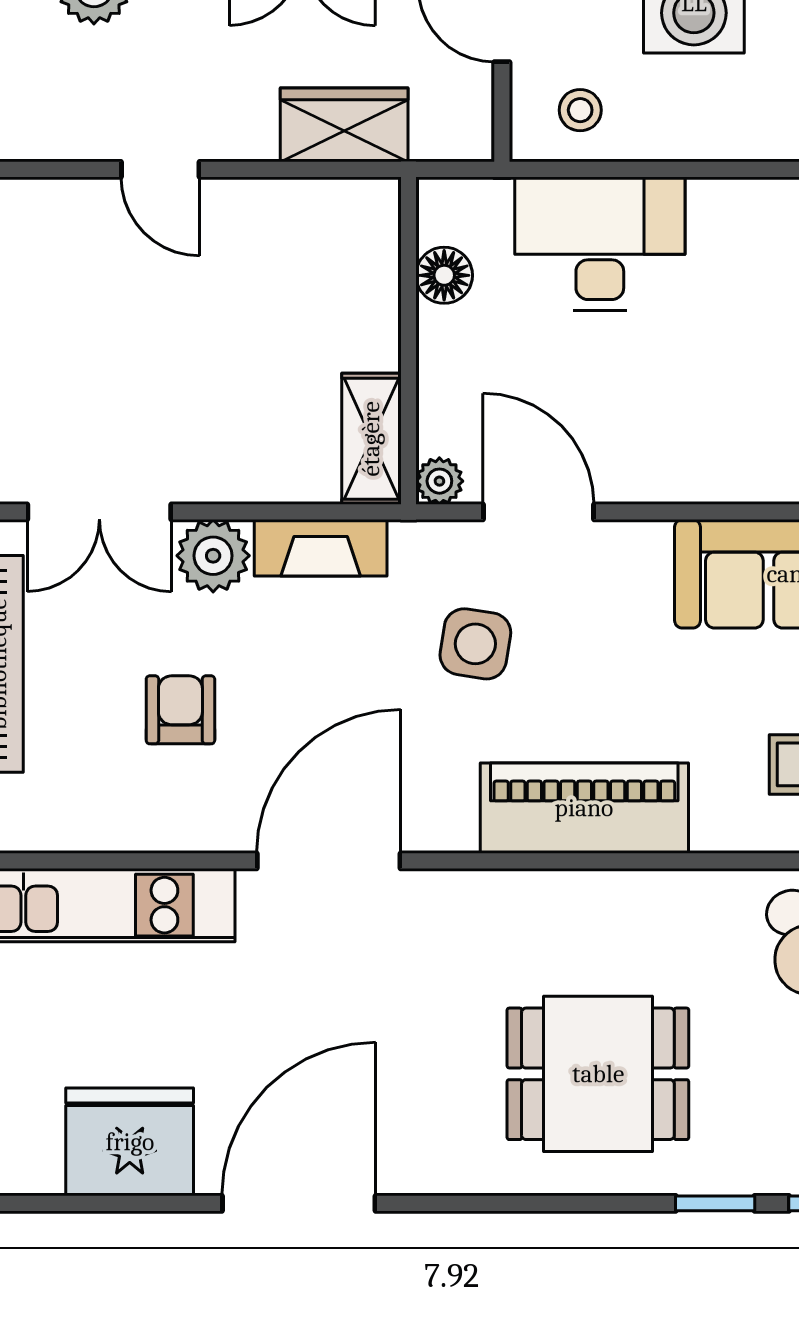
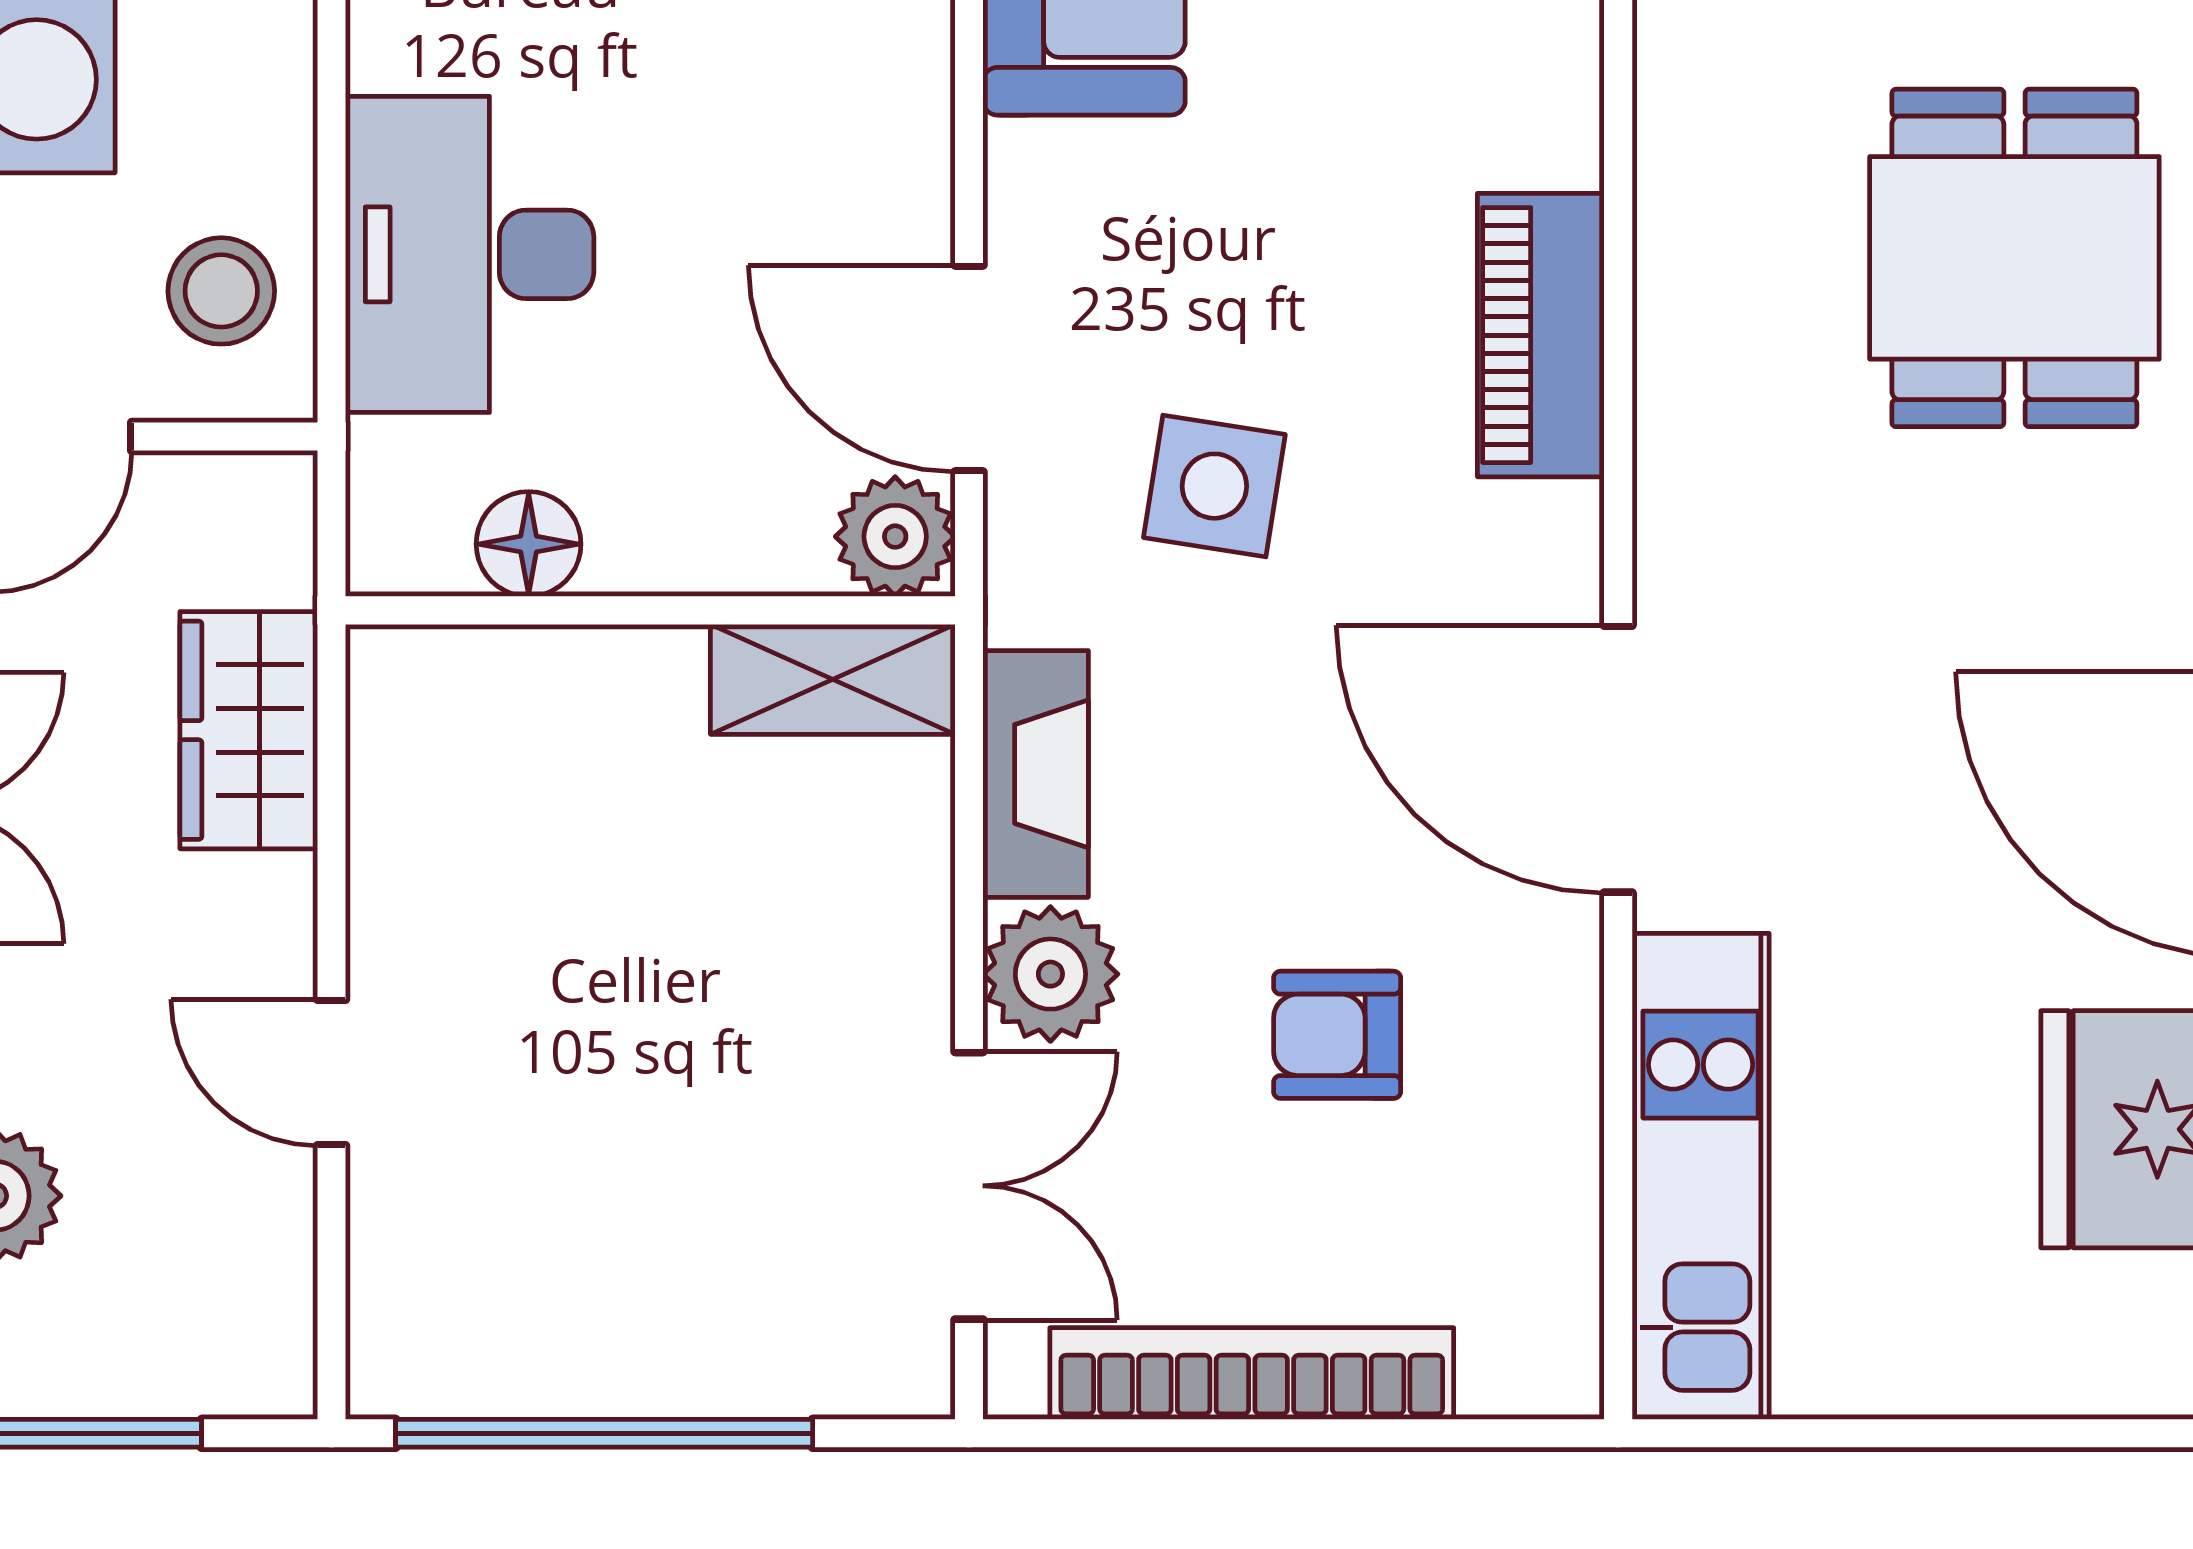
stool: (580, 110) -> (221, 291), width x1.37, depth x1.37
door: (160, 169) -> (331, 1072), swing flipped
plant: (439, 481) -> (895, 537), width x1.38, depth x1.38
door: (538, 512) -> (969, 369), hinge flipped
piano: (584, 808) -> (1541, 335), width x0.73, depth x0.75

